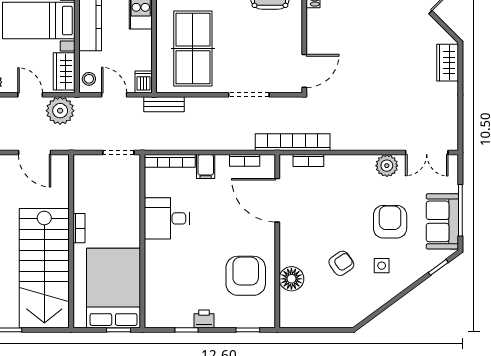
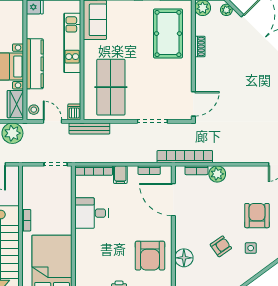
bench: (164, 104) -> (89, 129), width x1.36
plant: (387, 166) -> (217, 174), moved
armchair: (246, 276) -> (150, 256), turned 180

